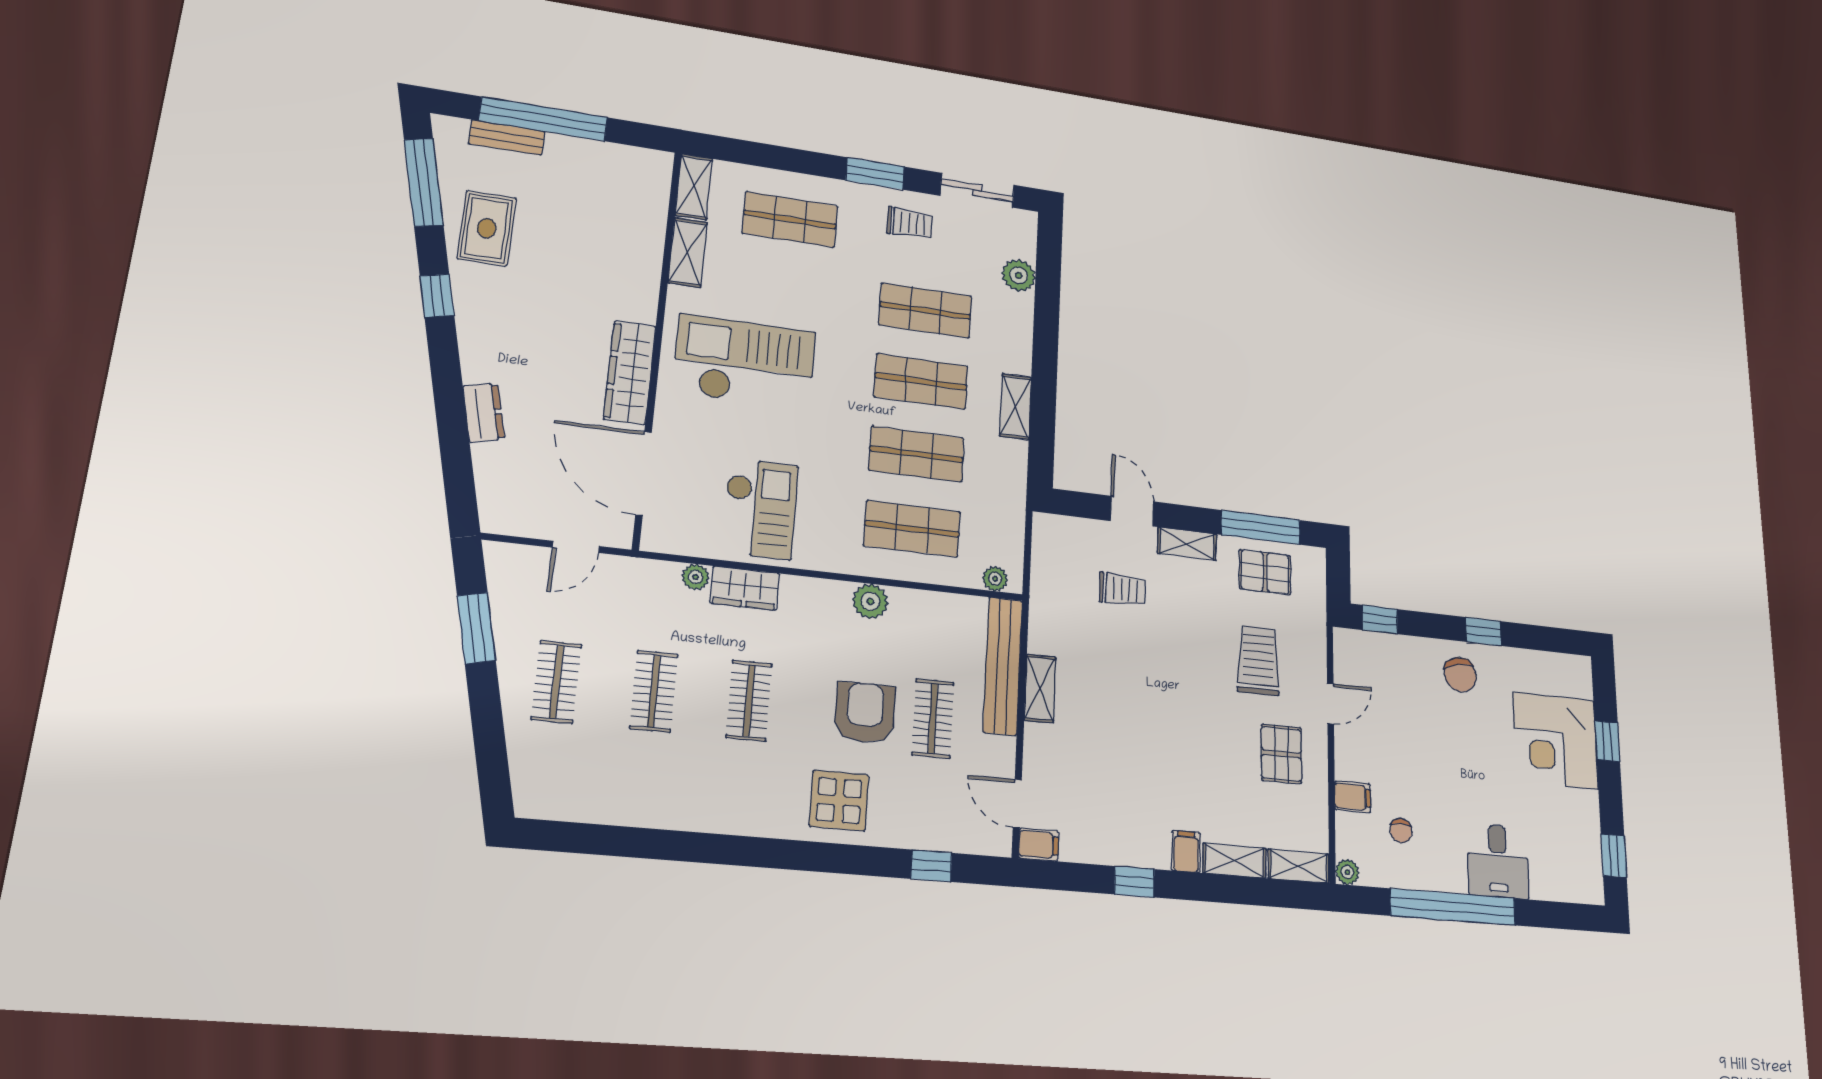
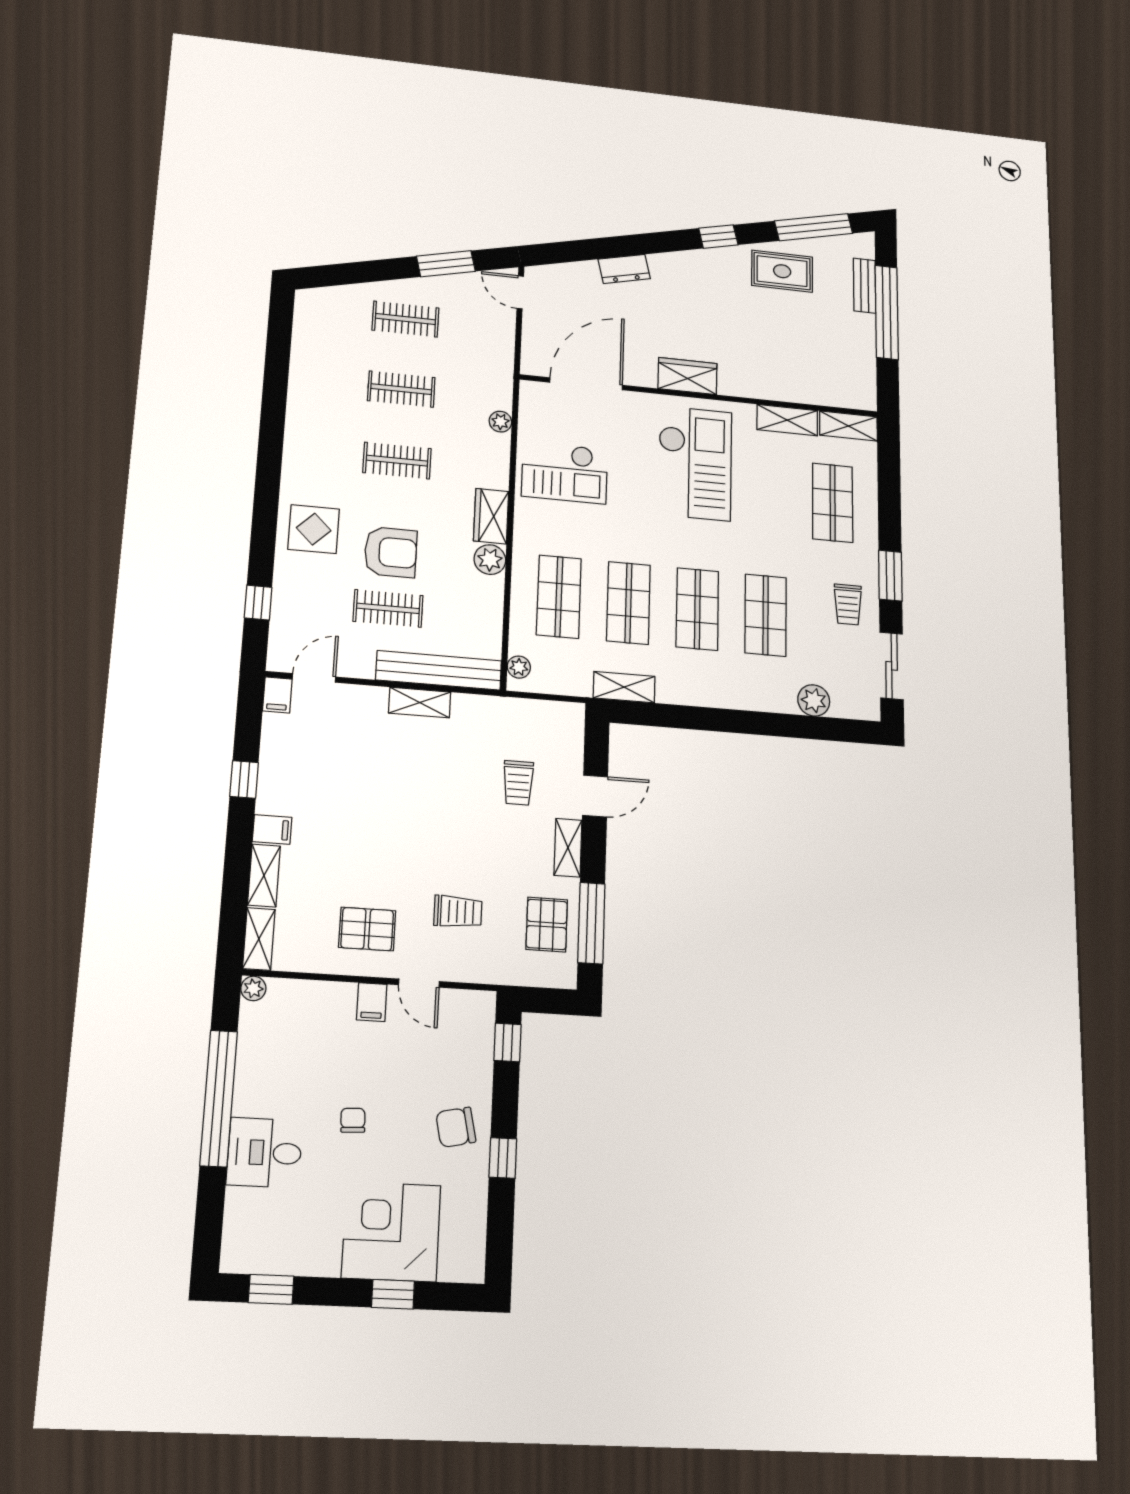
wardrobe: (630, 372) -> (687, 376), width x0.67
shelving: (1016, 407) -> (624, 687), moved
door: (576, 547) -> (520, 292), moved
wardrobe: (745, 588) -> (491, 516), moved
trolley: (1258, 660) -> (458, 912), width x0.73, depth x0.72
filing cabinet: (1353, 797) -> (372, 1002), moved
chair: (1401, 831) -> (353, 1120), moved, turned 87

